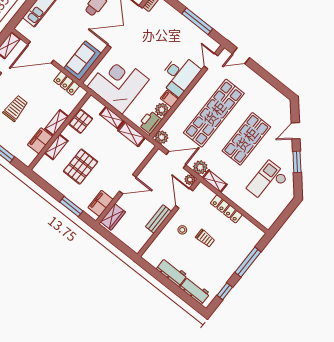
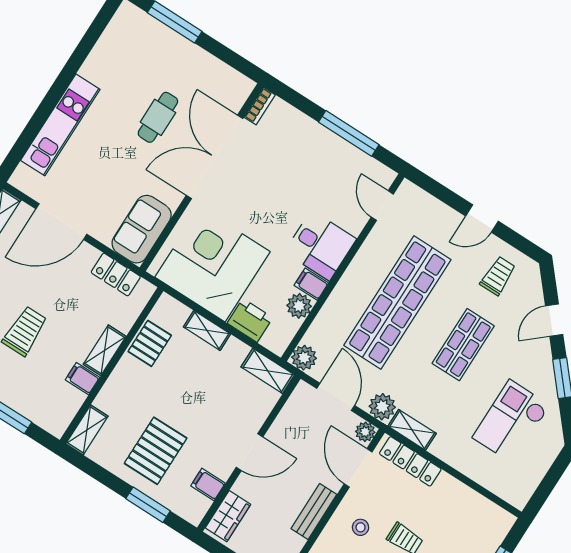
door: (241, 56) -> (482, 219), moved
desk: (179, 75) -> (320, 245), width x0.73
trolley: (268, 104) -> (498, 276), added
printer: (150, 122) -> (250, 320), moved, turned 90
shelving: (131, 134) -> (268, 371), moved
shop shelf: (246, 139) -> (463, 345), width x0.70, depth x0.74
filing cabinet: (40, 141) -> (83, 379), width x0.50
shelving: (56, 147) -> (87, 430), moved
door: (176, 160) -> (336, 397), hinge flipped
pallet: (81, 167) -> (156, 451), moved
filing cabinet: (101, 203) -> (208, 484), width x0.50
locker: (226, 209) -> (410, 461), moved

